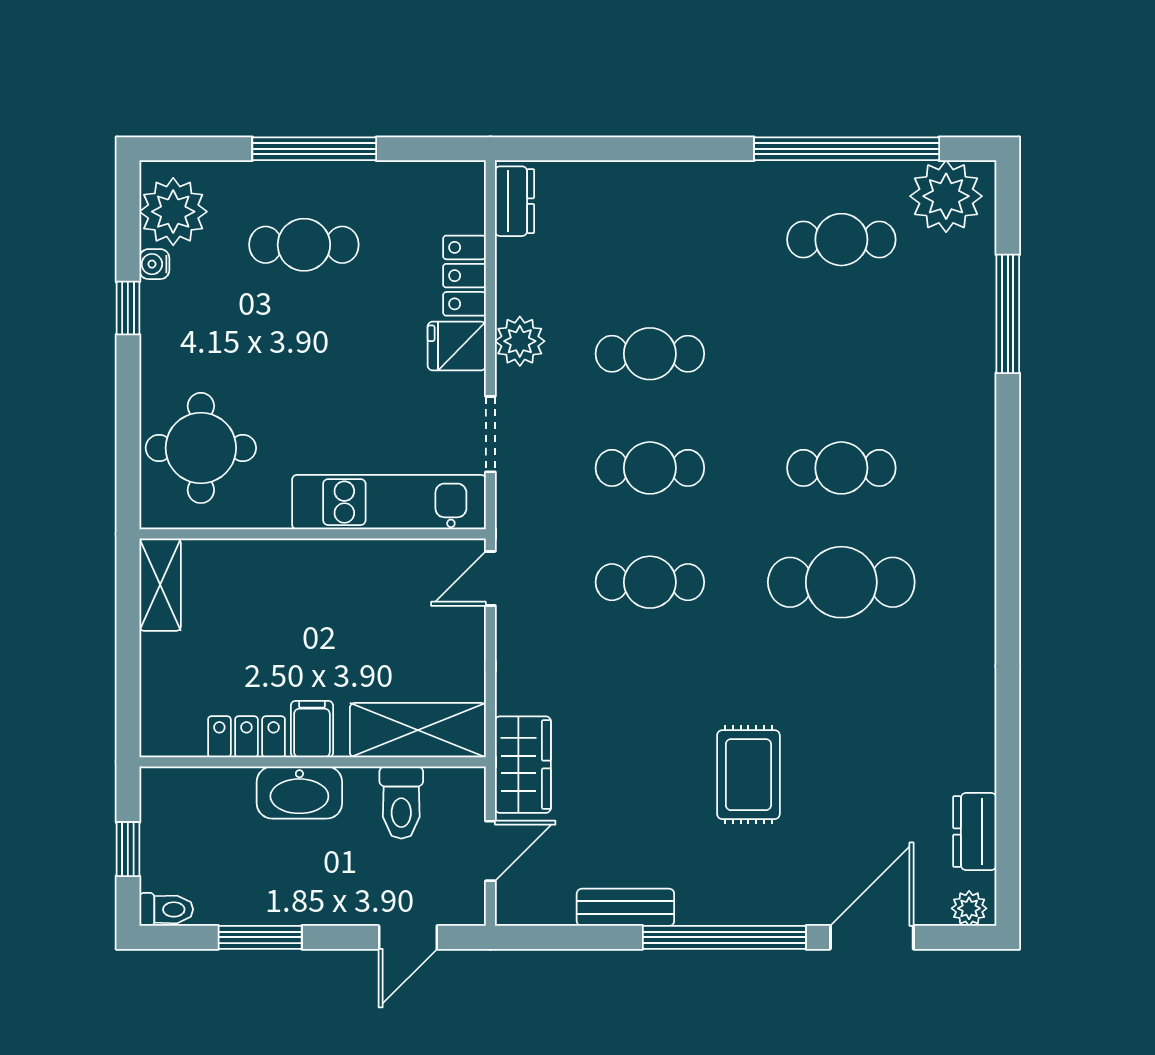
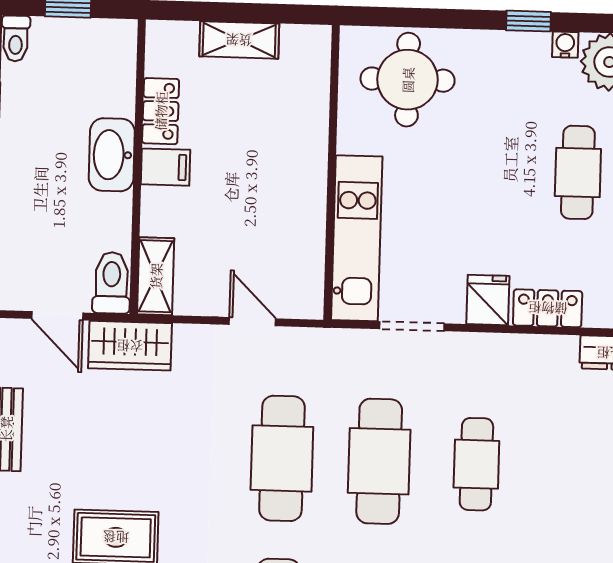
plant: (520, 341) -> (490, 354), removed
cafe table: (650, 468) -> (379, 461), width x1.37, depth x1.35
door: (490, 578) -> (252, 322), moved
cafe table: (650, 582) -> (282, 458), width x1.37, depth x1.35
shelving: (160, 585) -> (239, 40), moved
shelving: (418, 730) -> (156, 276), width x0.67, depth x0.75
toilet: (401, 803) -> (112, 283), moved, turned 90

